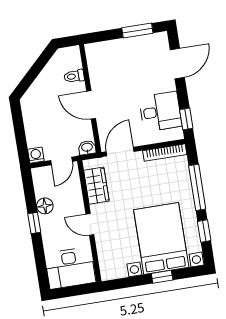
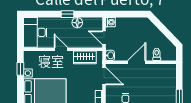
door: (90, 224) -> (61, 49), hinge flipped
window: (162, 277) -> (20, 69), moved

